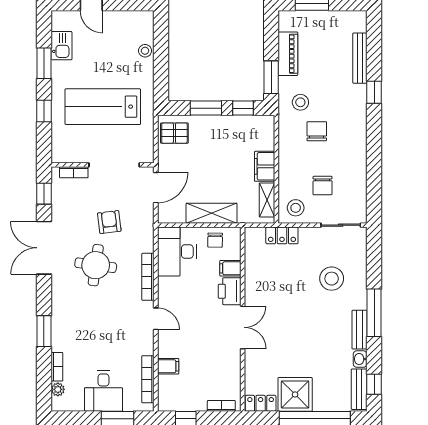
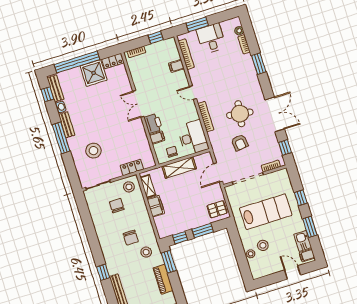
filing cabinet: (62, 22) -> (307, 255), added
stool: (123, 58) -> (263, 245), added

